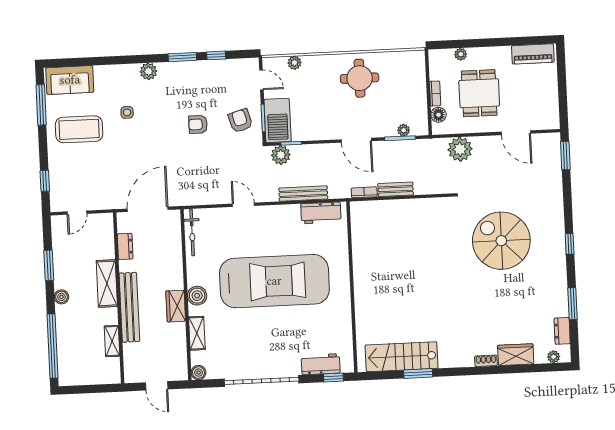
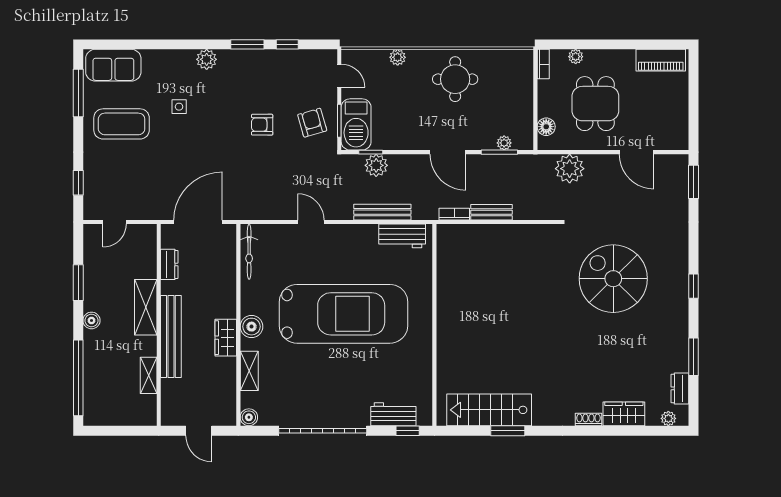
plant: (294, 63) -> (398, 57), moved
bookcase: (435, 94) -> (543, 64), moved
plant: (281, 155) -> (376, 165), moved

